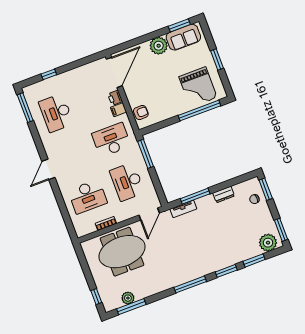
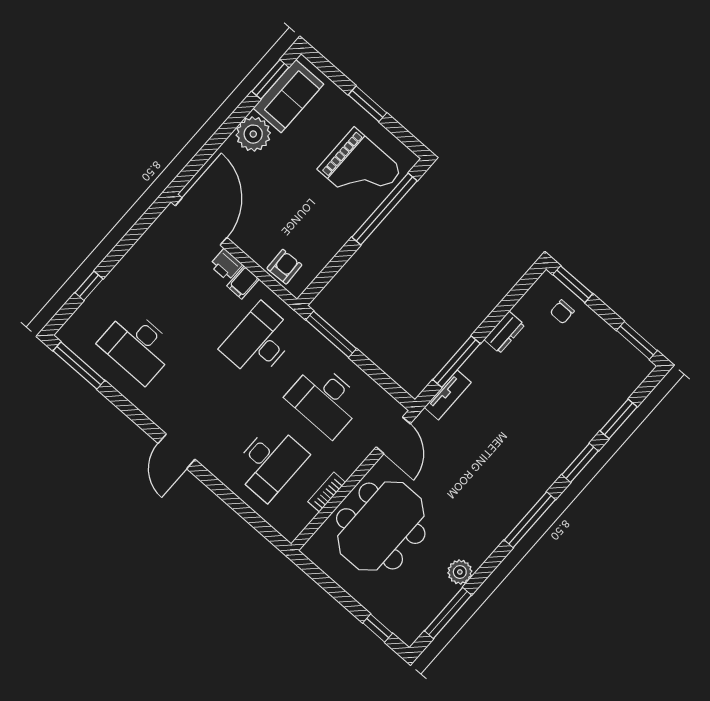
plant: (268, 243) -> (626, 375), removed
plant: (128, 298) -> (460, 572), moved

